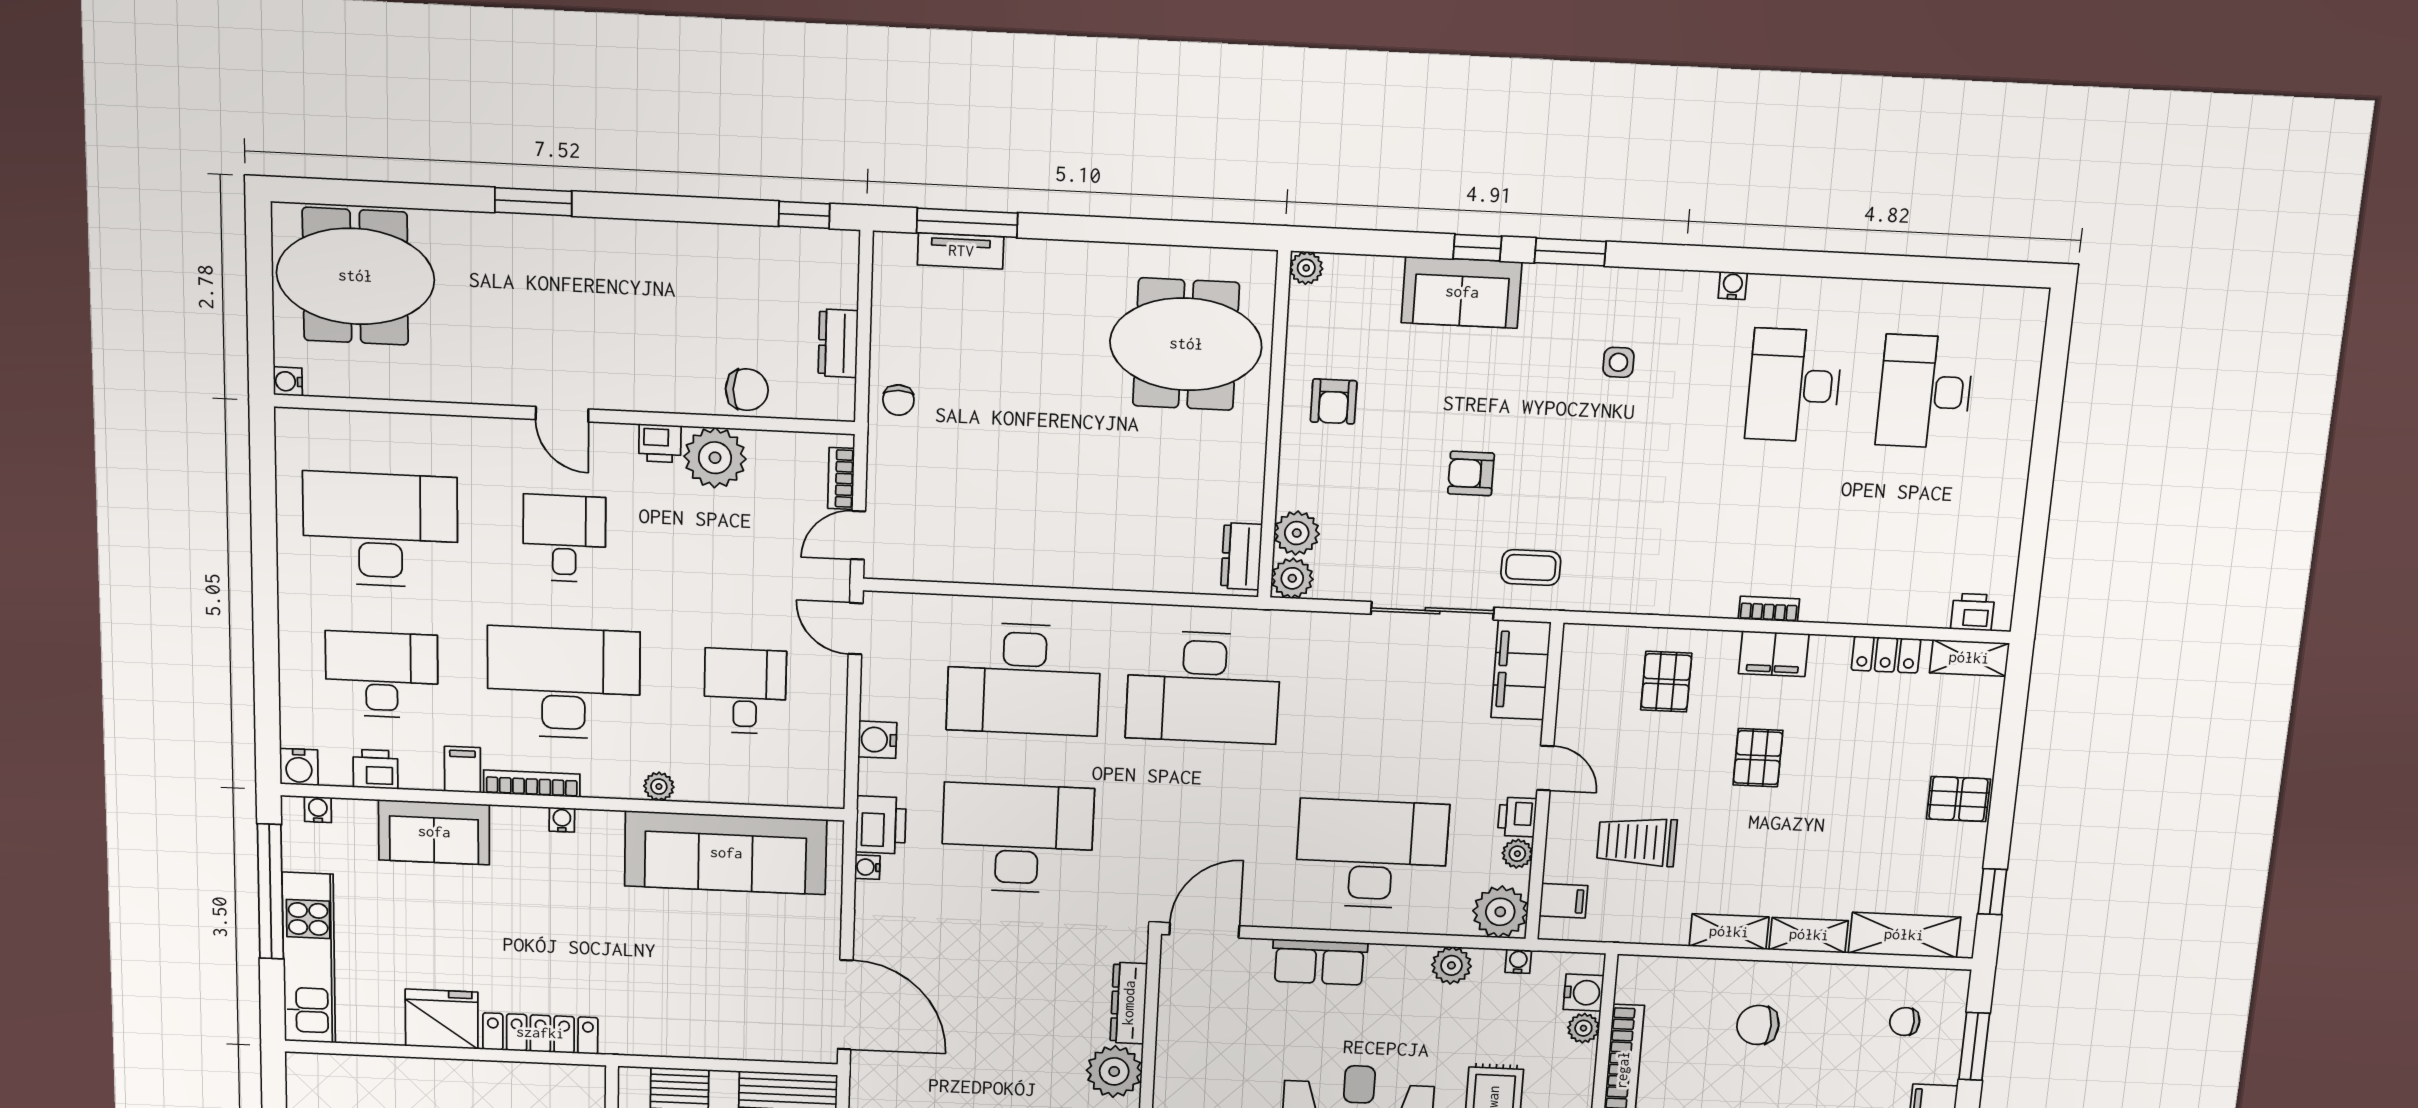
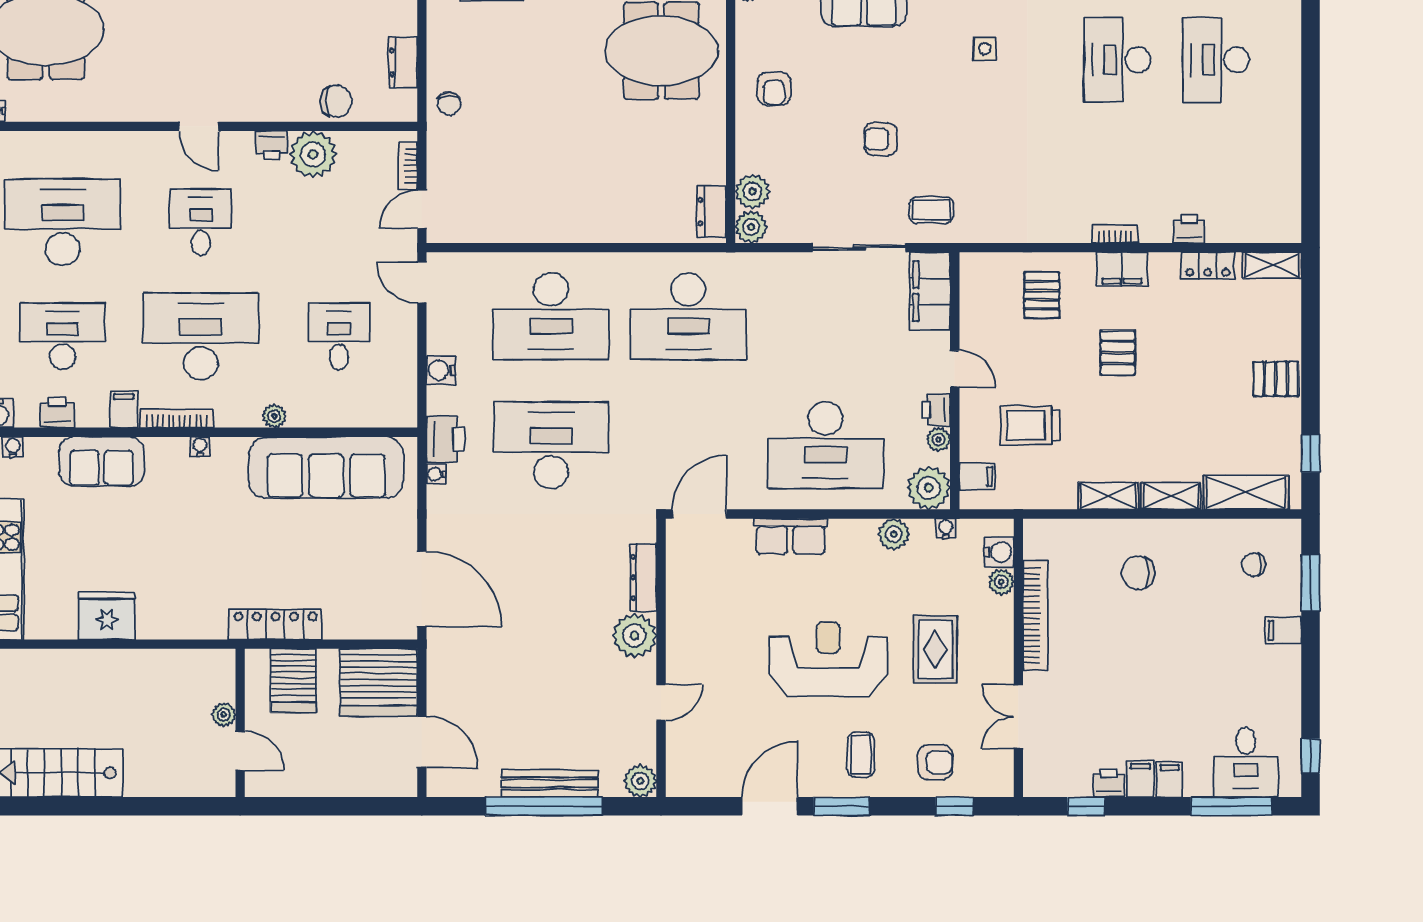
printer: (1973, 612) -> (1189, 229), moved
desk: (1372, 854) -> (826, 445), turned 180
locker: (540, 1033) -> (275, 624), moved

